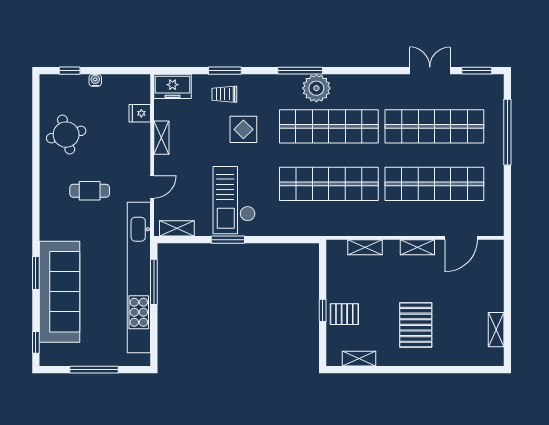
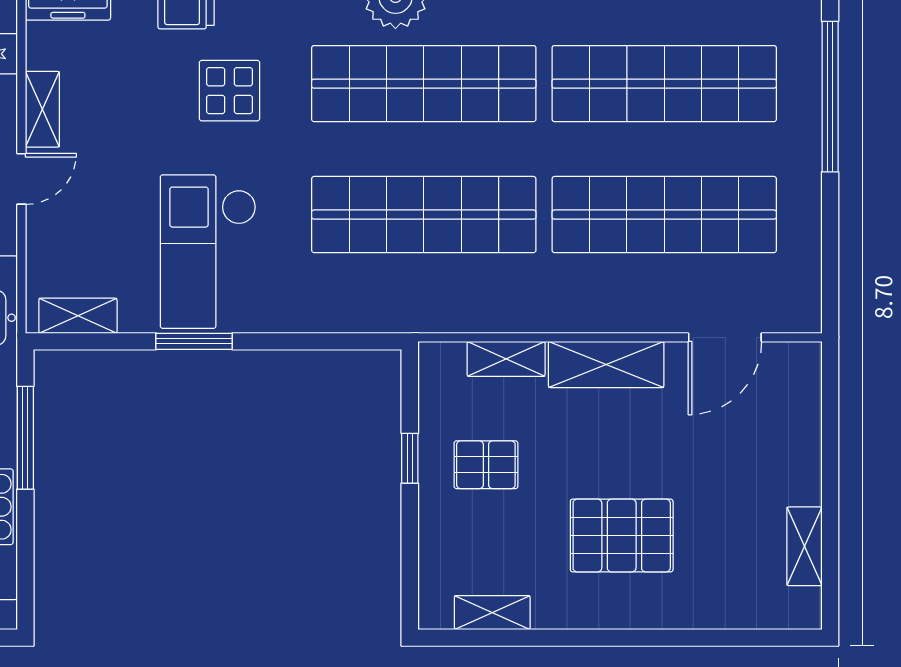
door: (152, 187) -> (21, 179), moved
shelving: (417, 247) -> (606, 364), width x1.50, depth x1.33
window: (323, 310) -> (410, 458), moved
pallet: (344, 314) -> (486, 465), moved
pallet: (416, 325) -> (622, 535), turned 90

